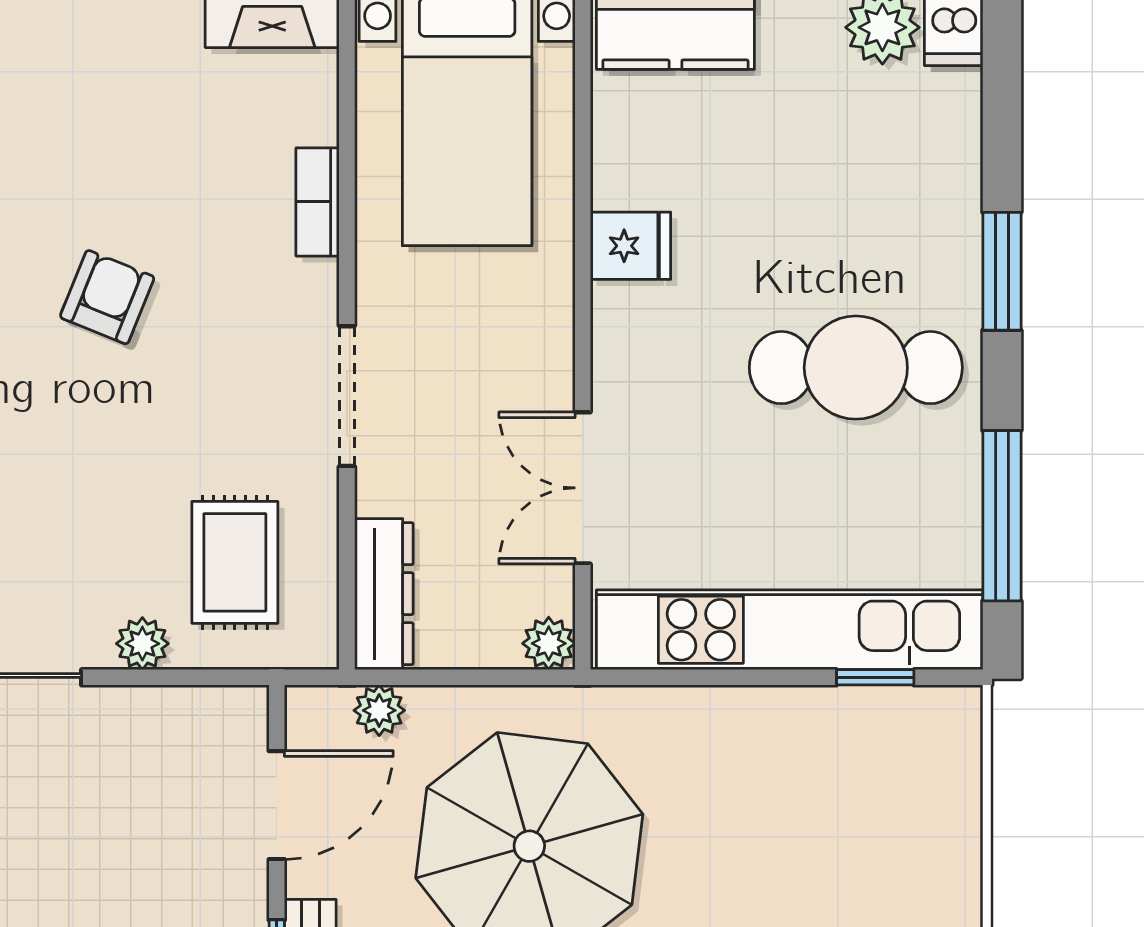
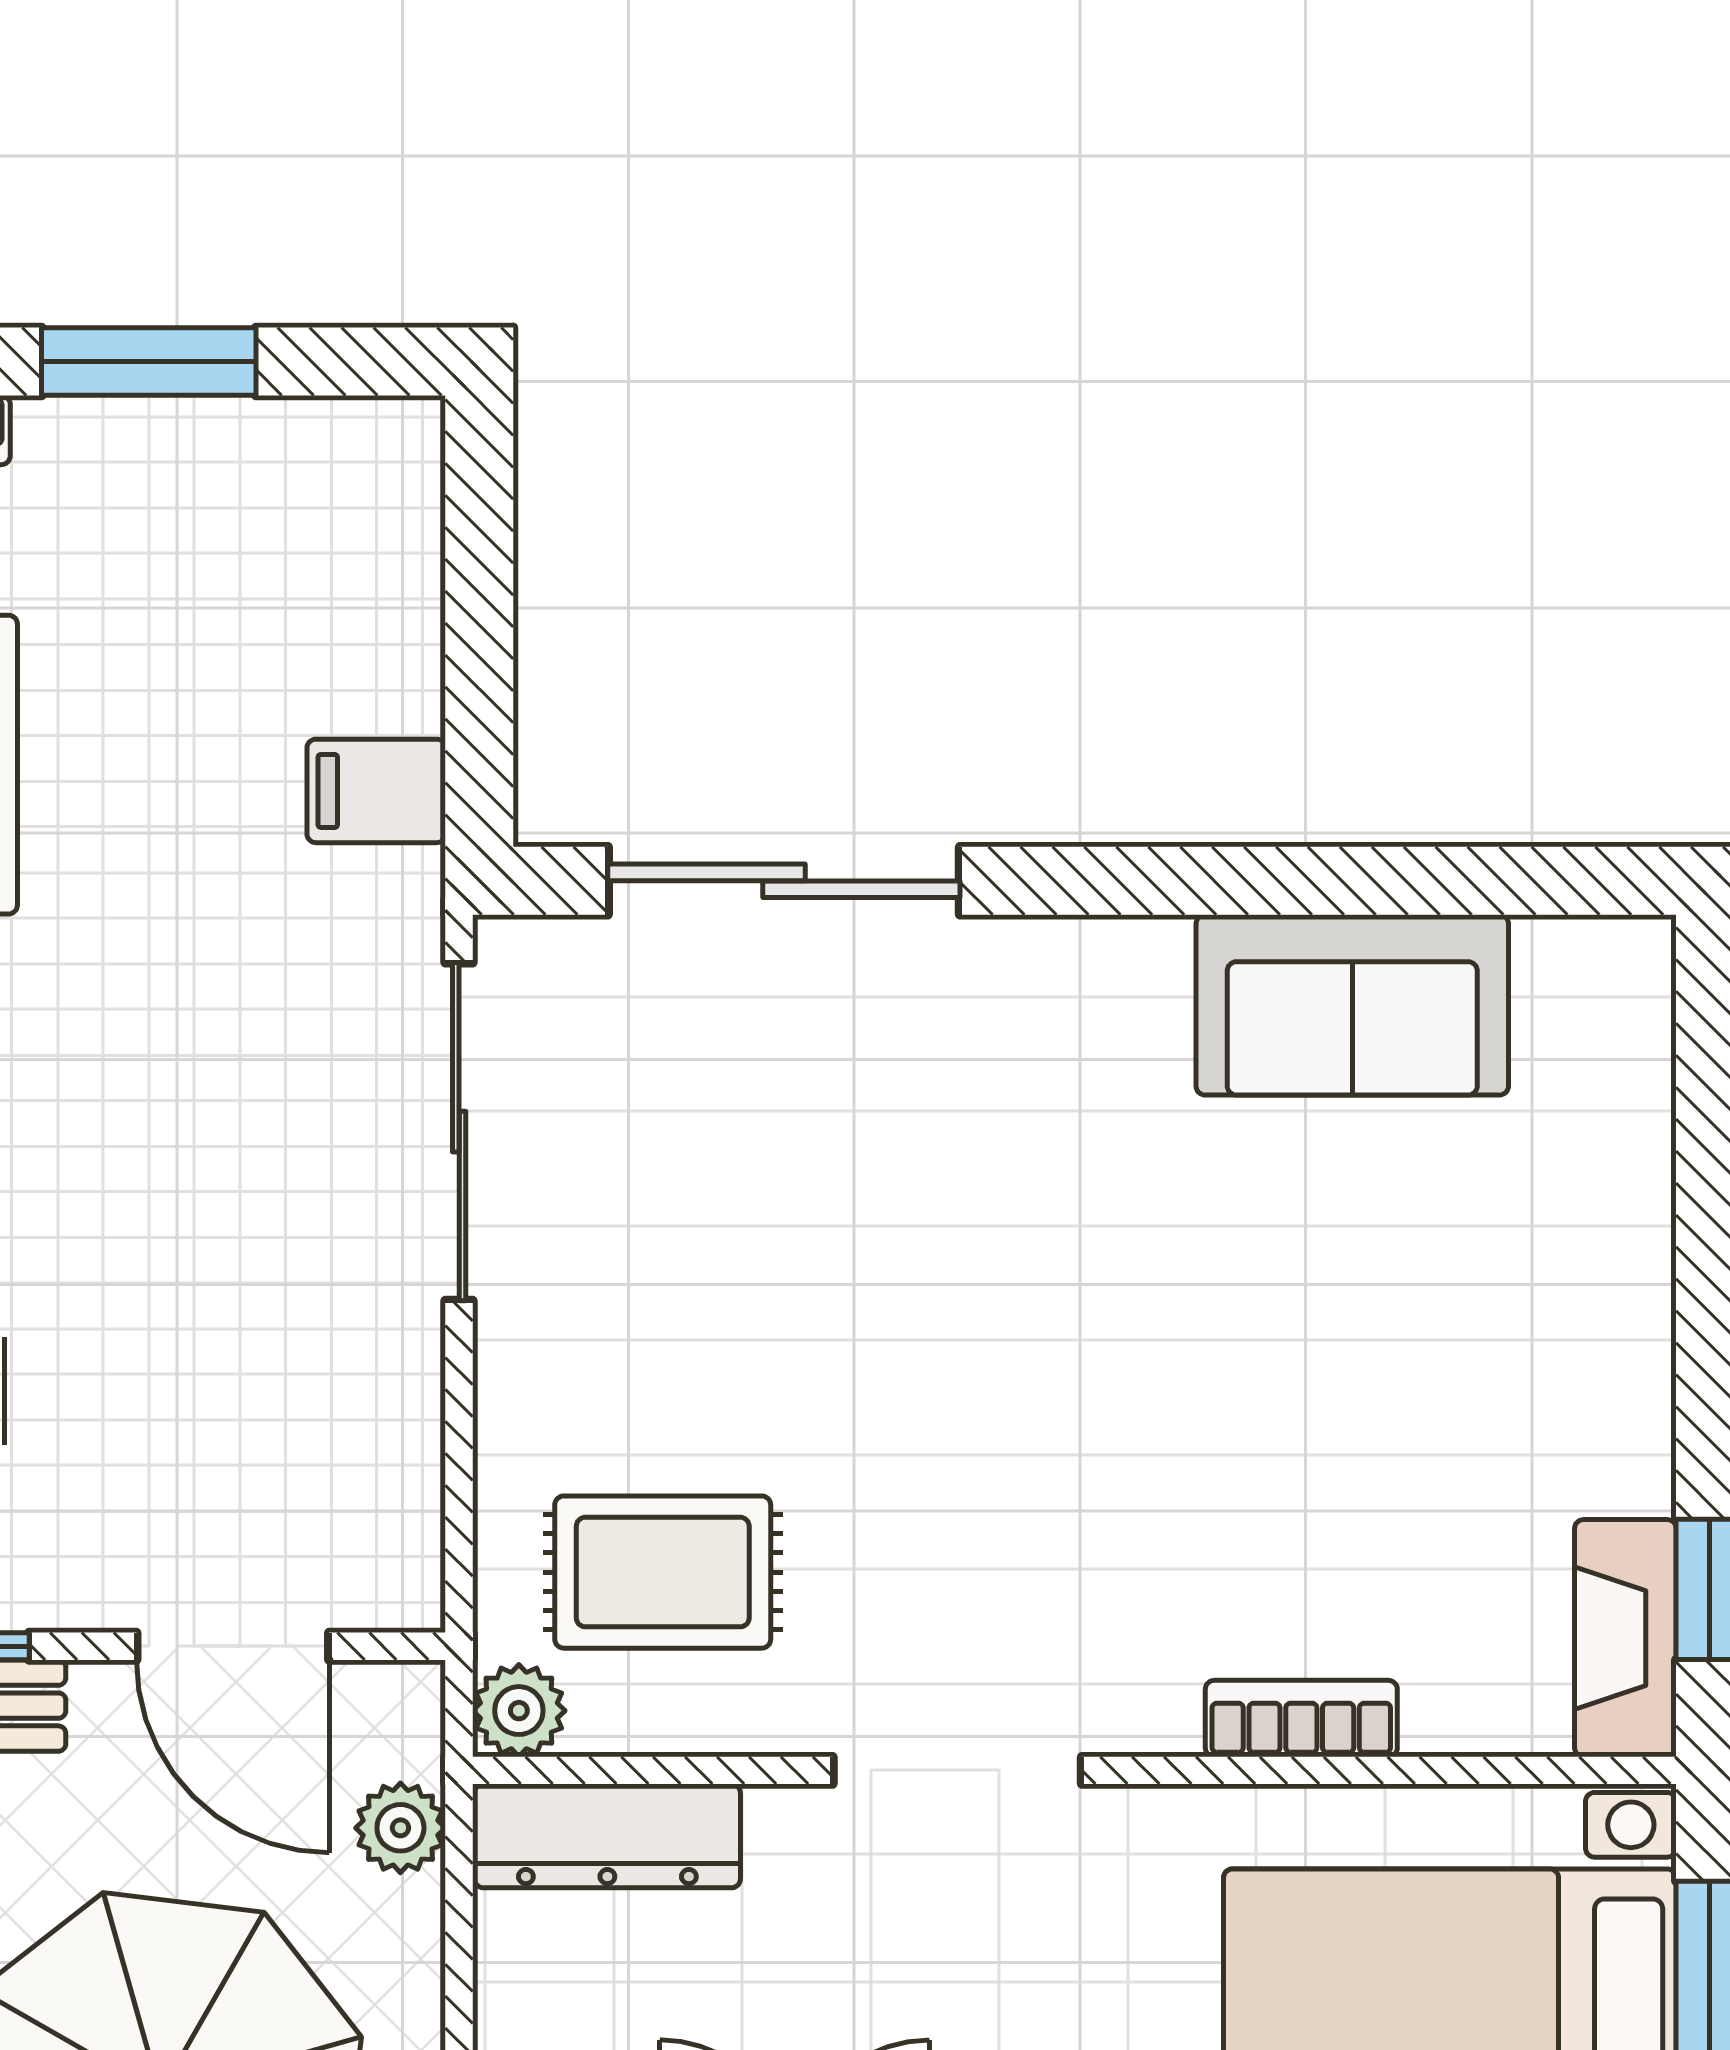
armchair: (107, 297) -> (1133, 1346), removed
plant: (142, 644) -> (519, 1711), moved

